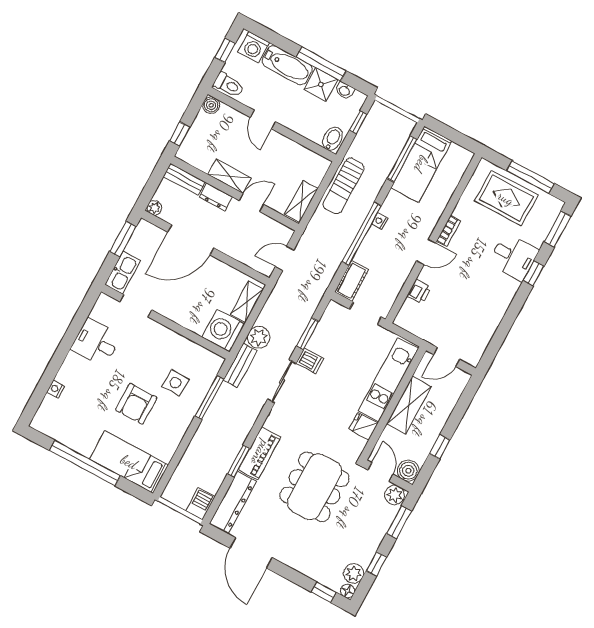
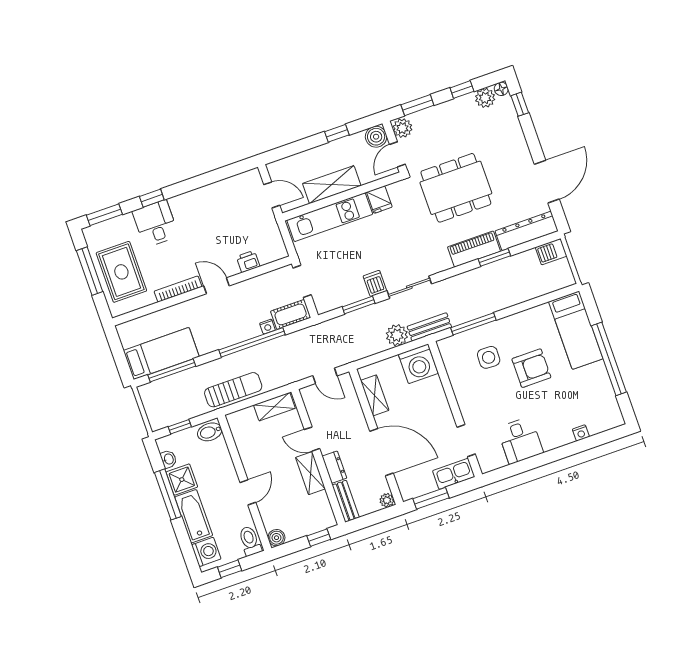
nightstand: (380, 221) -> (267, 327), moved
bookcase: (449, 231) -> (178, 289), width x1.56
shelving: (247, 302) -> (375, 395), moved, turned 90

